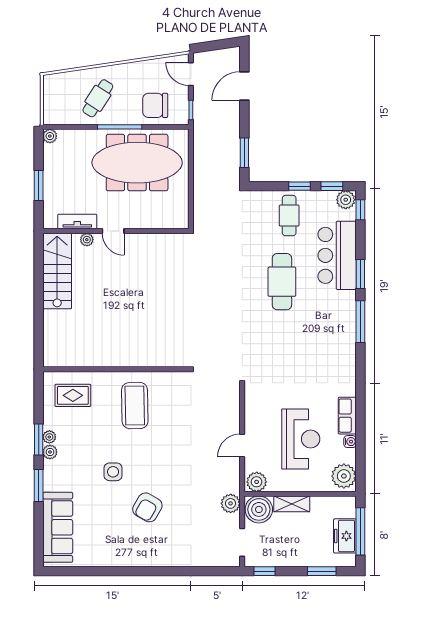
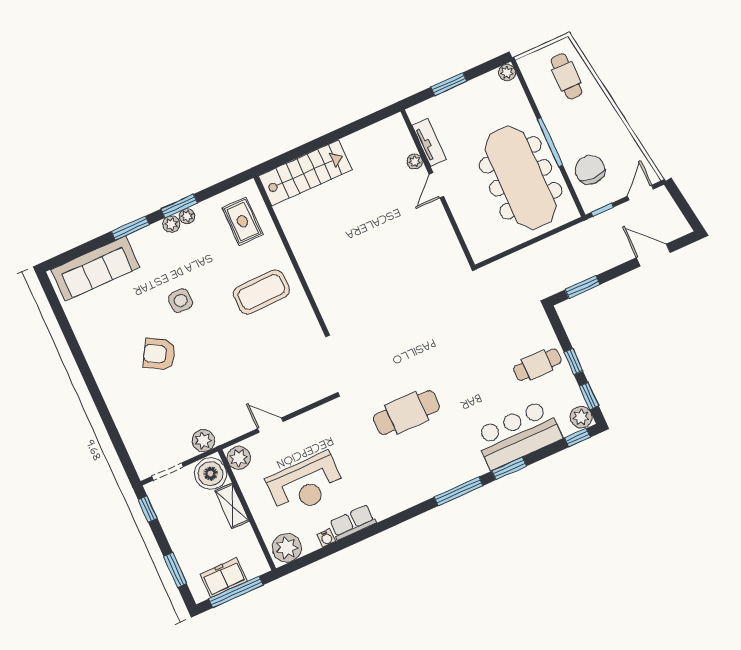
cafe table: (98, 98) -> (566, 76), moved, turned 57
stairs: (57, 271) -> (305, 173), moved
cafe table: (282, 282) -> (406, 413), moved

